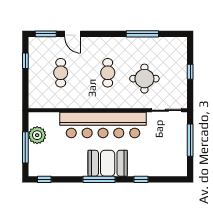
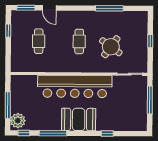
round table: (144, 79) -> (111, 47), turned 36
plant: (37, 135) -> (18, 121), moved
window: (99, 179) -> (53, 133), moved

